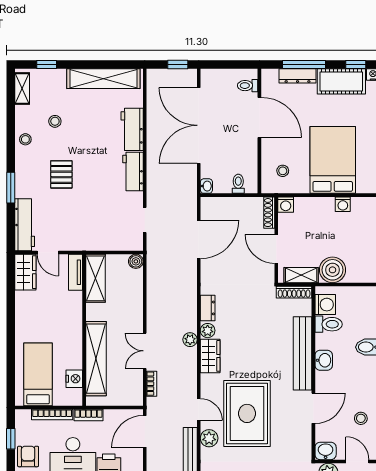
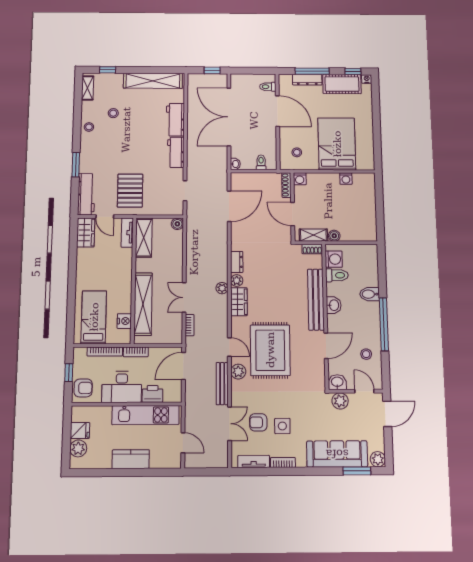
pallet: (61, 174) -> (130, 191), moved, width x1.50, depth x1.42
boiler: (333, 270) -> (334, 236), width x0.54, depth x0.54
shoe rack: (294, 292) -> (312, 249), width x0.70
armchair: (28, 456) -> (83, 388), turned 90

